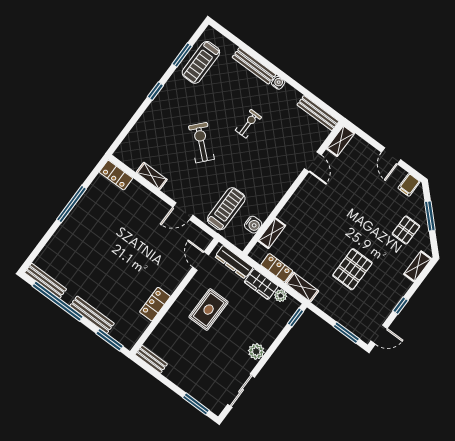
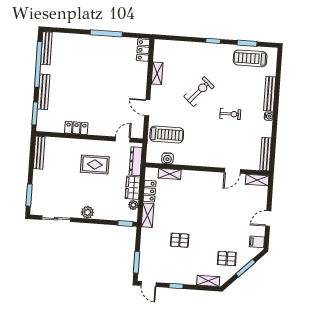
pallet: (352, 269) -> (180, 240), width x0.67, depth x0.71
bench: (151, 359) -> (39, 153), width x1.36

